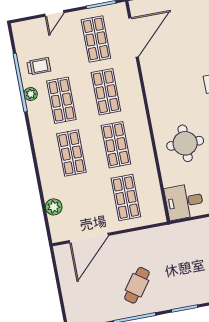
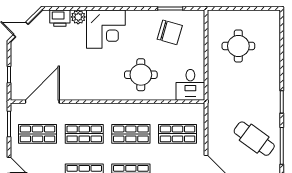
door: (134, 37) -> (42, 102), hinge flipped
cafe table: (137, 285) -> (254, 139), width x1.37, depth x1.35

